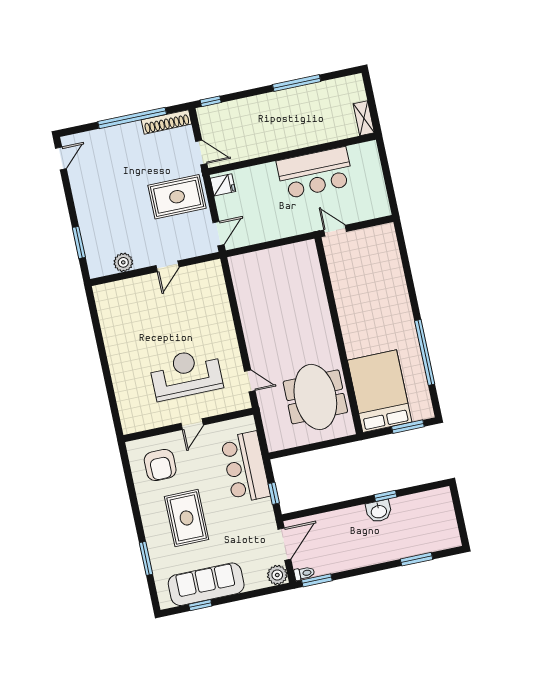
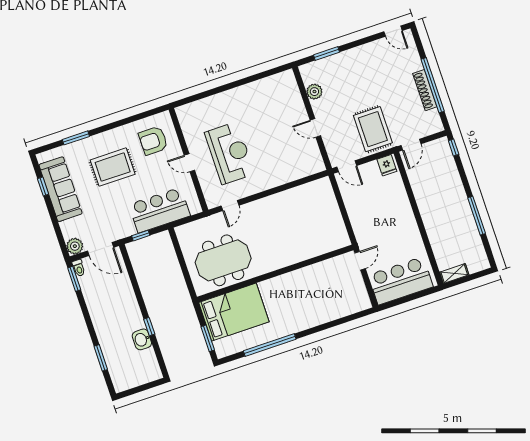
shoe rack: (166, 122) -> (425, 90), moved
bar counter: (315, 173) -> (401, 281), moved, turned 90
washbasin: (379, 511) -> (142, 339), moved

